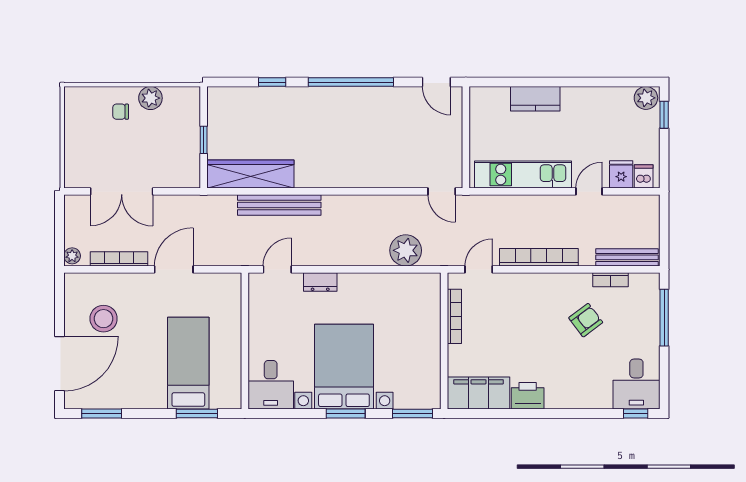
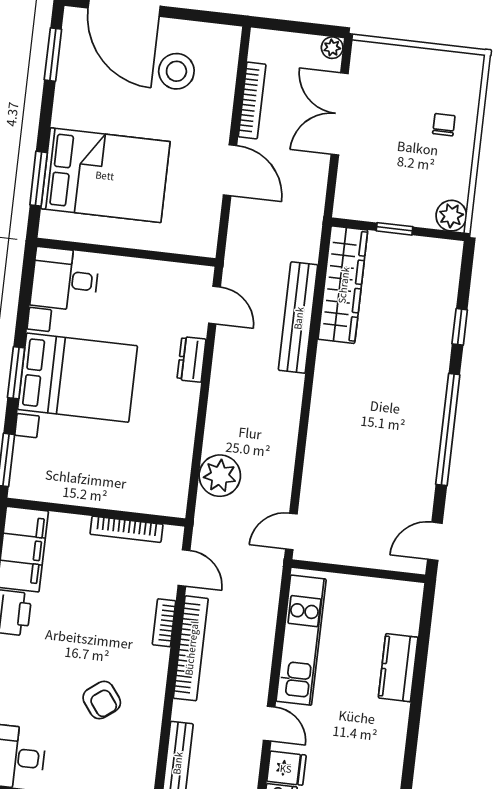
plant: (150, 98) -> (451, 216), moved
plant: (72, 256) -> (332, 48), moved
bookcase: (611, 280) -> (164, 623), moved
bed: (188, 363) -> (105, 175), width x1.50

